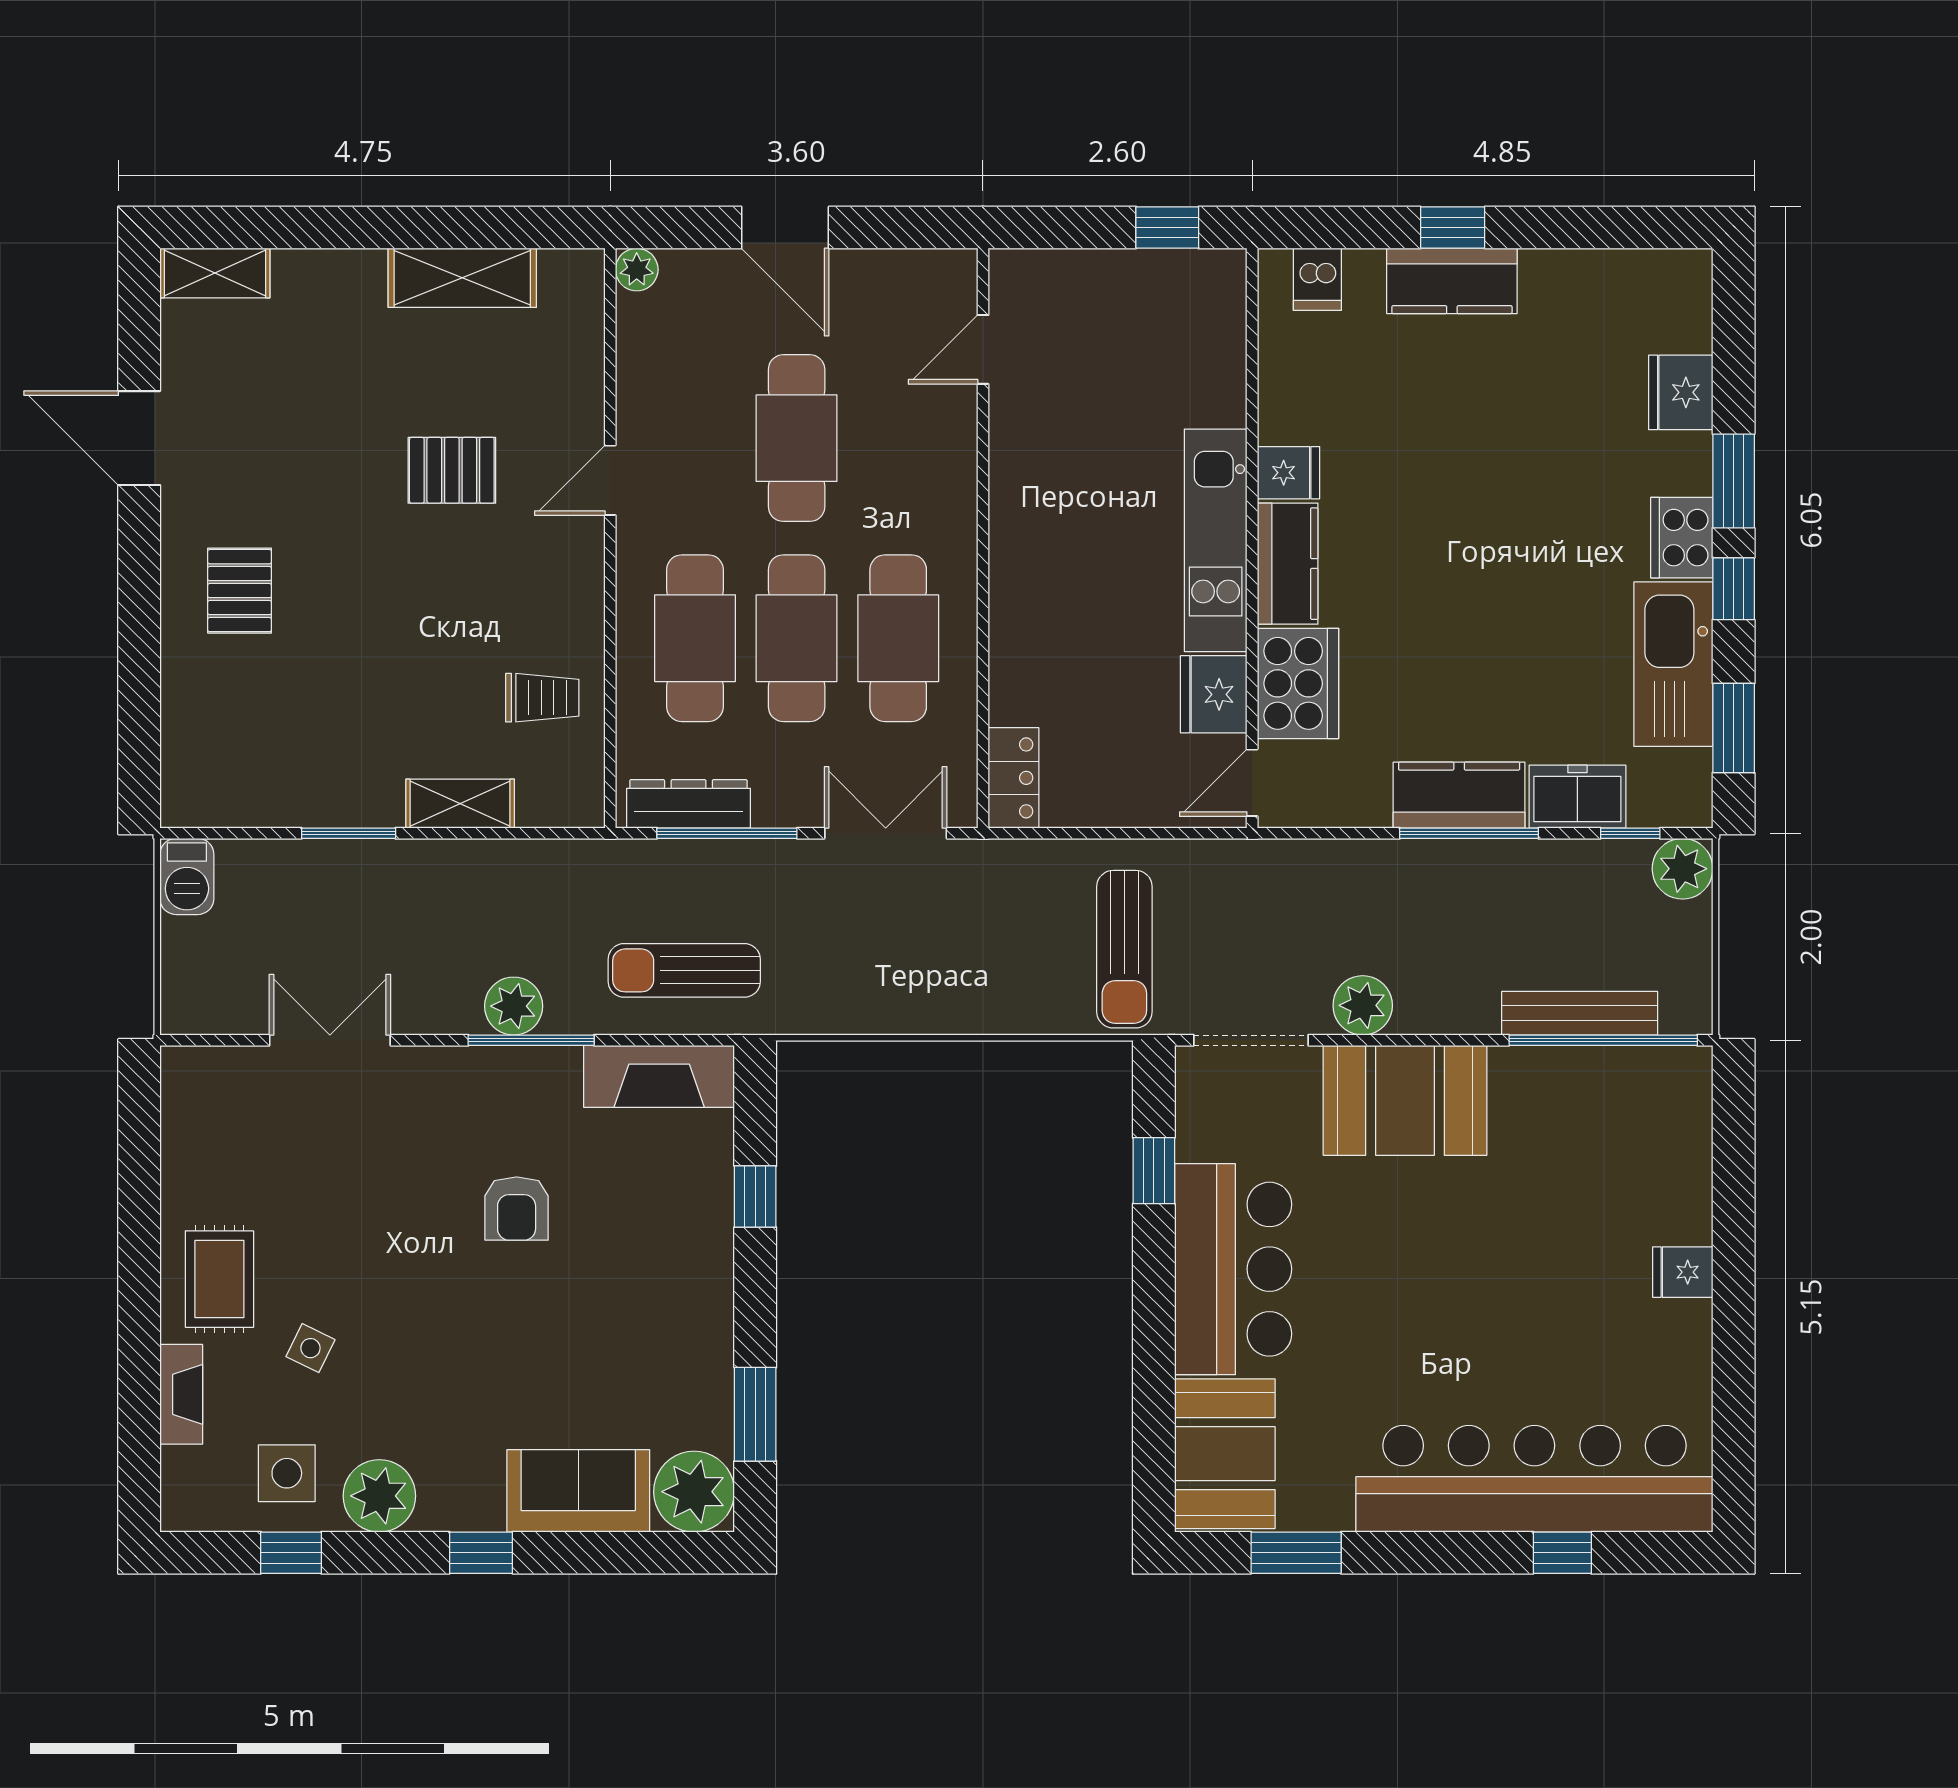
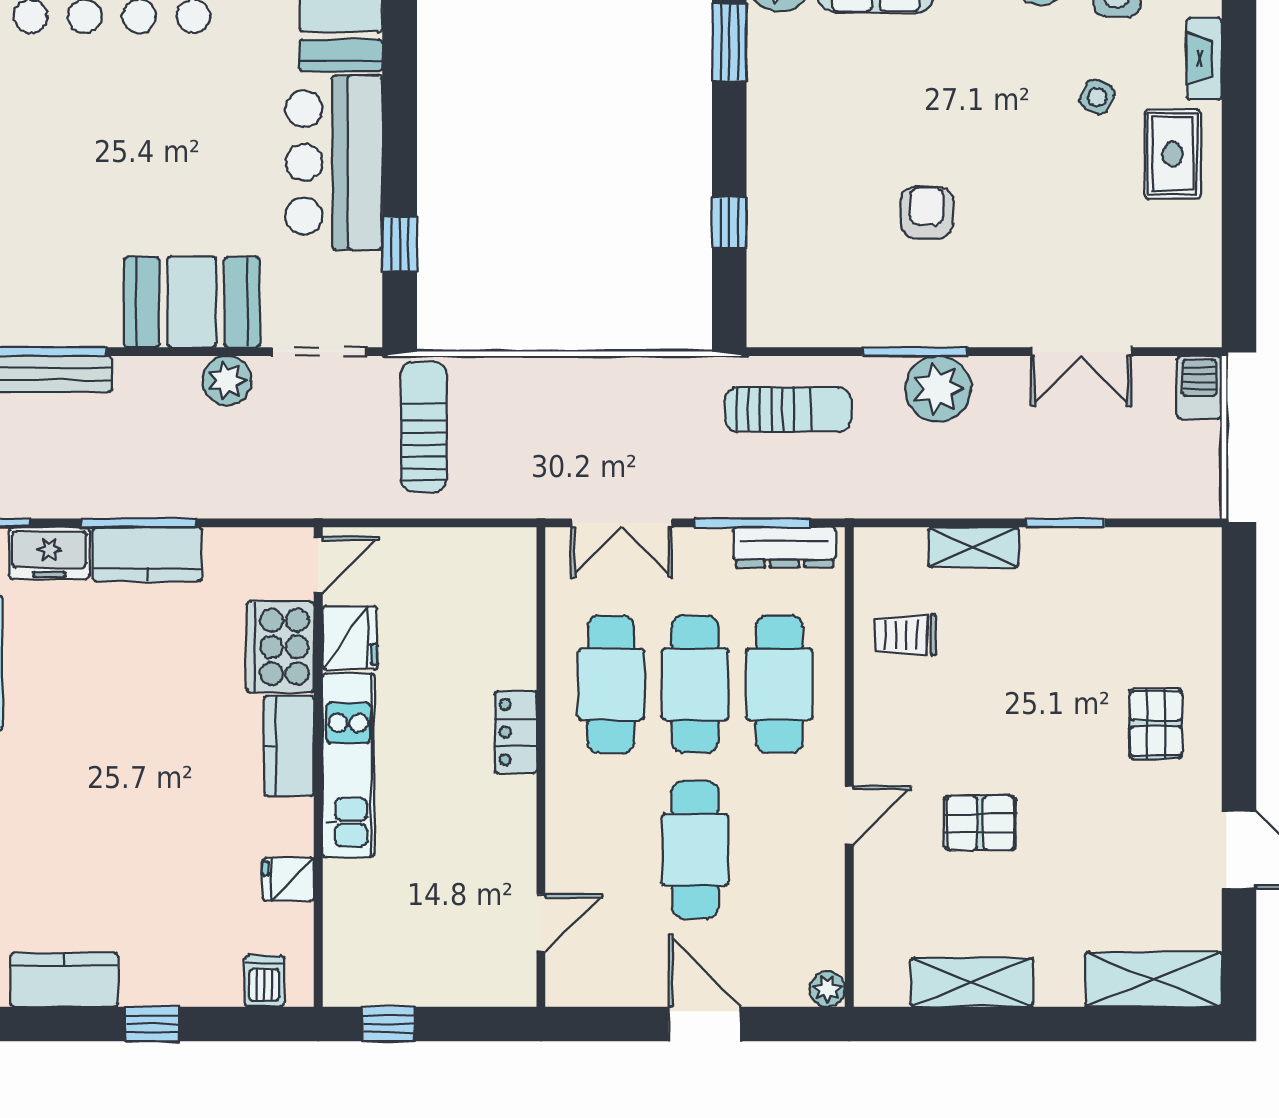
shelving: (215, 273) -> (1153, 979), width x1.50, depth x1.33
kitchen counter: (1452, 281) -> (64, 980), moved
fridge: (1289, 473) -> (288, 879), moved
locker: (1013, 778) -> (516, 732), moved
barbecue: (187, 876) -> (1199, 387), moved
plant: (514, 1006) -> (938, 389), width x1.36, depth x1.36
fireplace: (659, 1076) -> (809, 322), removed

